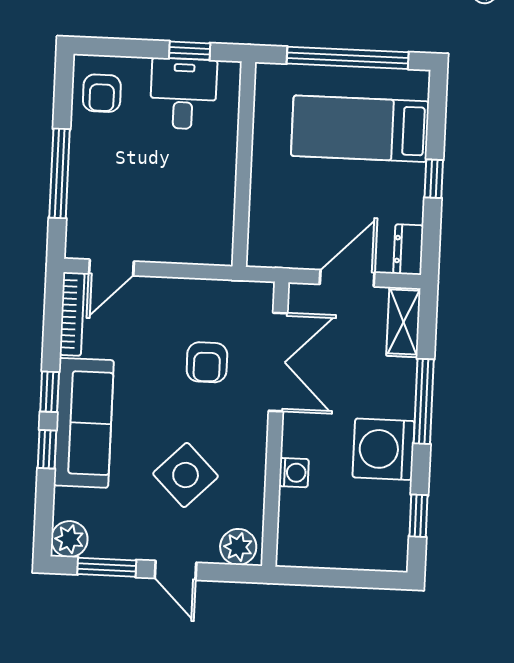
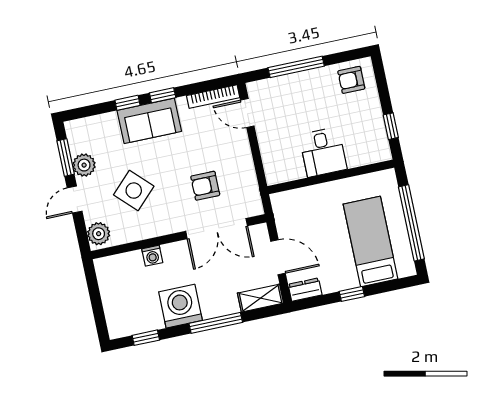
desk: (183, 94) -> (323, 152), moved, turned 90
sofa: (84, 423) -> (149, 121), width x0.73
plant: (69, 539) -> (84, 165), moved

